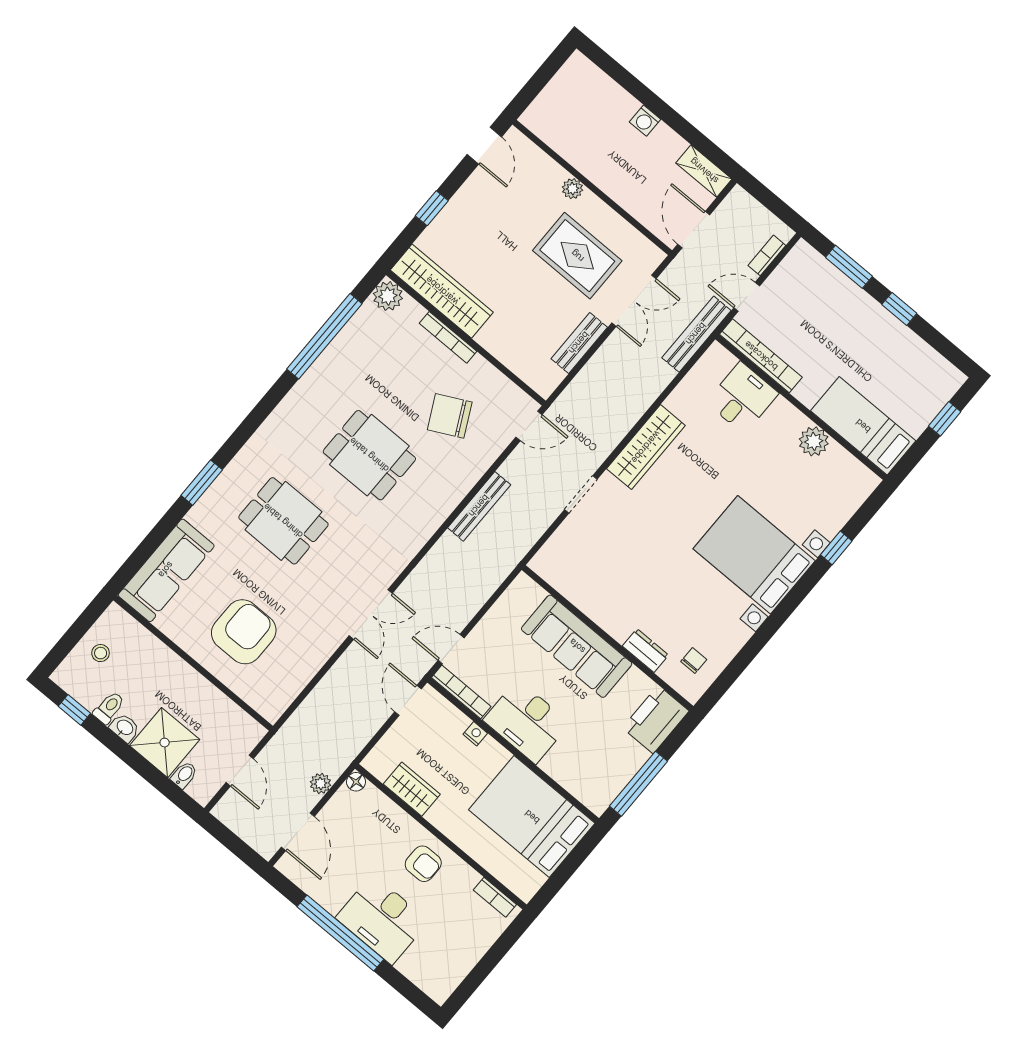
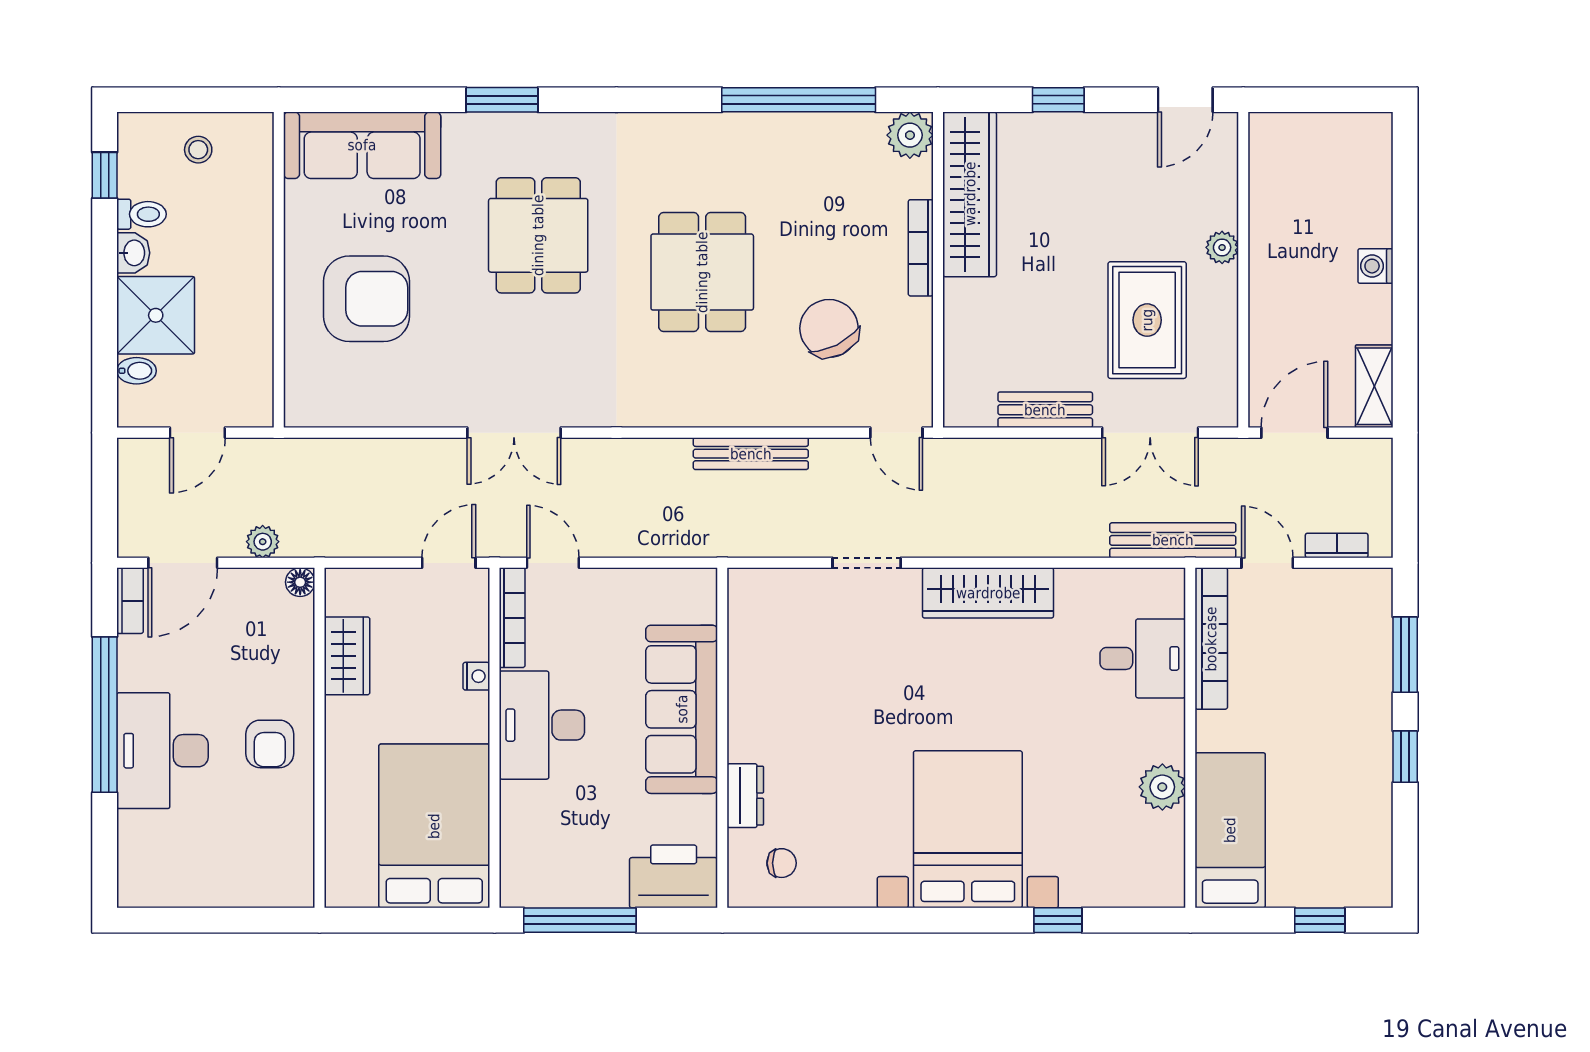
bookcase: (495, 897) -> (130, 601), moved, turned 180

